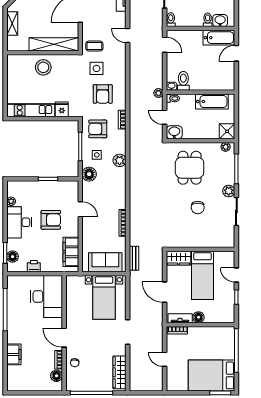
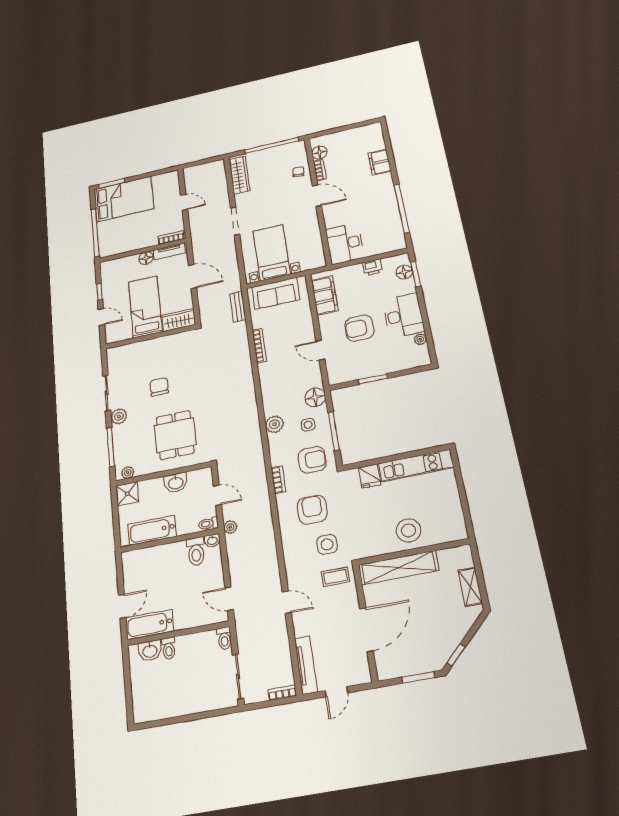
washbasin: (174, 132) -> (176, 483), moved
desk: (47, 297) -> (345, 244), width x0.73, depth x0.77

